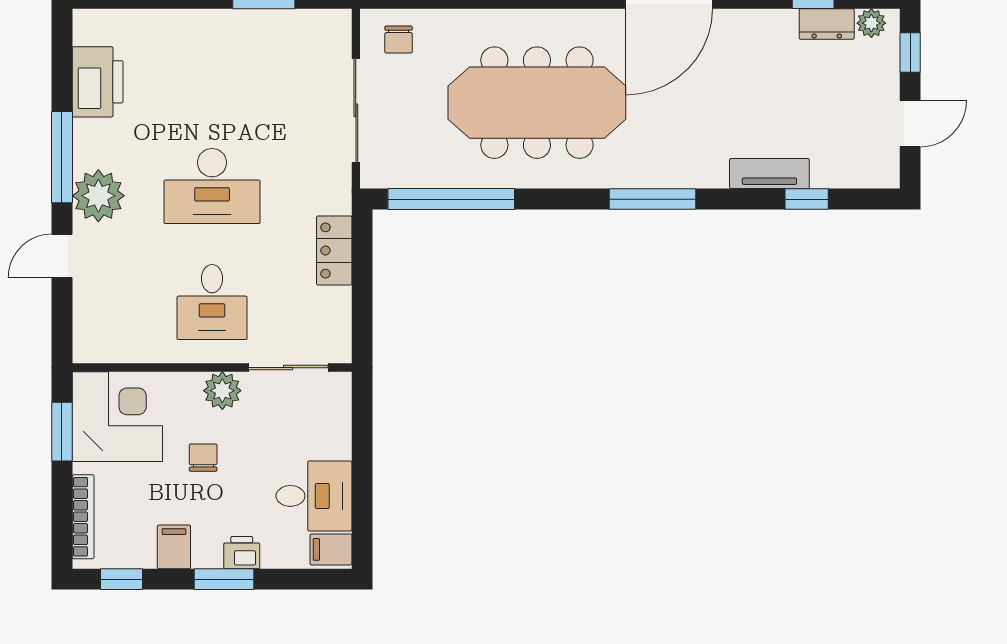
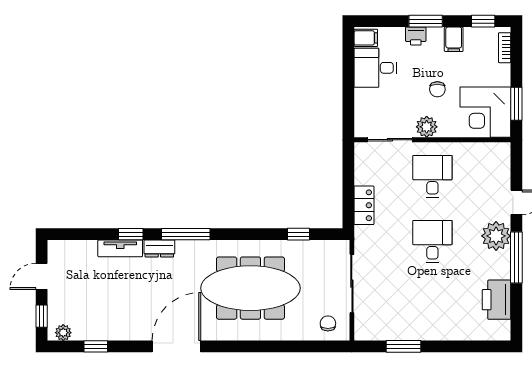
dresser: (827, 24) -> (159, 248), moved, turned 180
desk: (212, 186) -> (432, 241), width x0.73
window: (451, 199) -> (298, 234), width x0.32
window: (807, 199) -> (131, 234), moved
bookcase: (83, 517) -> (505, 48), width x0.64

